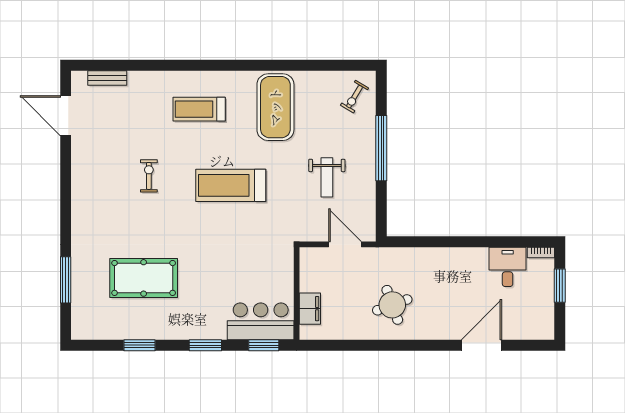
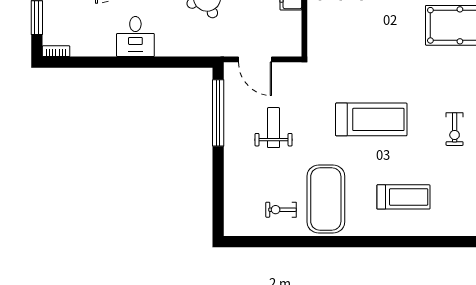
exercise bike: (354, 97) -> (281, 210), moved, turned -121
window: (381, 148) -> (218, 113), moved
desk: (508, 267) -> (135, 37), moved

